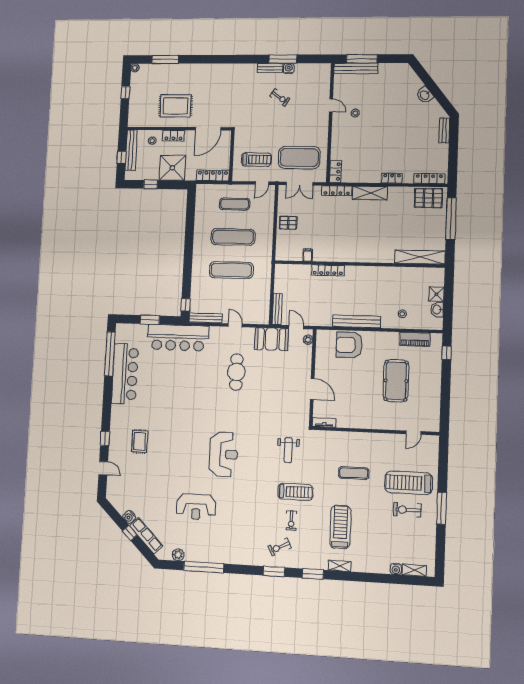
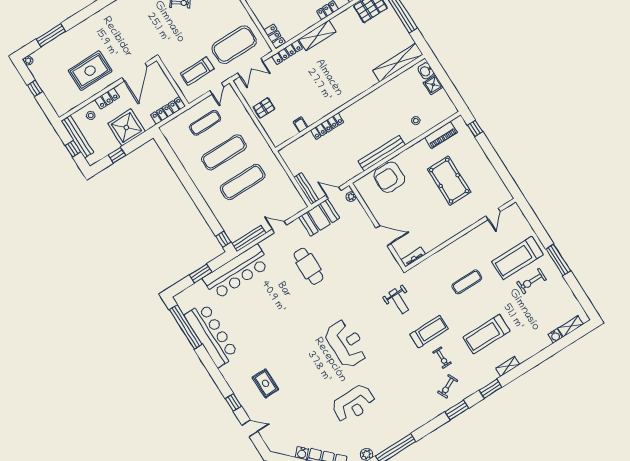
treadmill: (256, 159) -> (197, 71), turned 180
washbasin: (437, 310) -> (426, 71), moved
treadmill: (340, 527) -> (486, 334), turned -90

